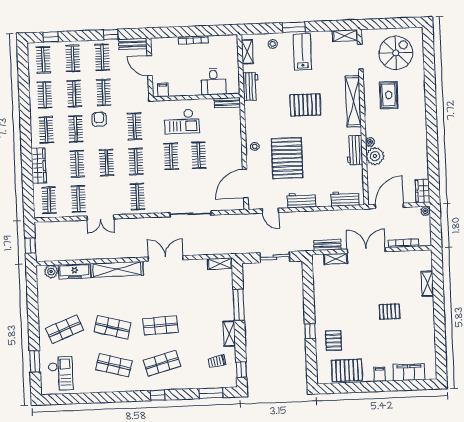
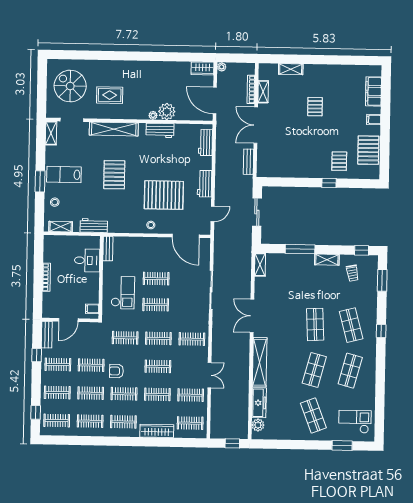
shelving: (336, 259) -> (263, 92), moved
pallet: (334, 341) -> (339, 161), turned 90

